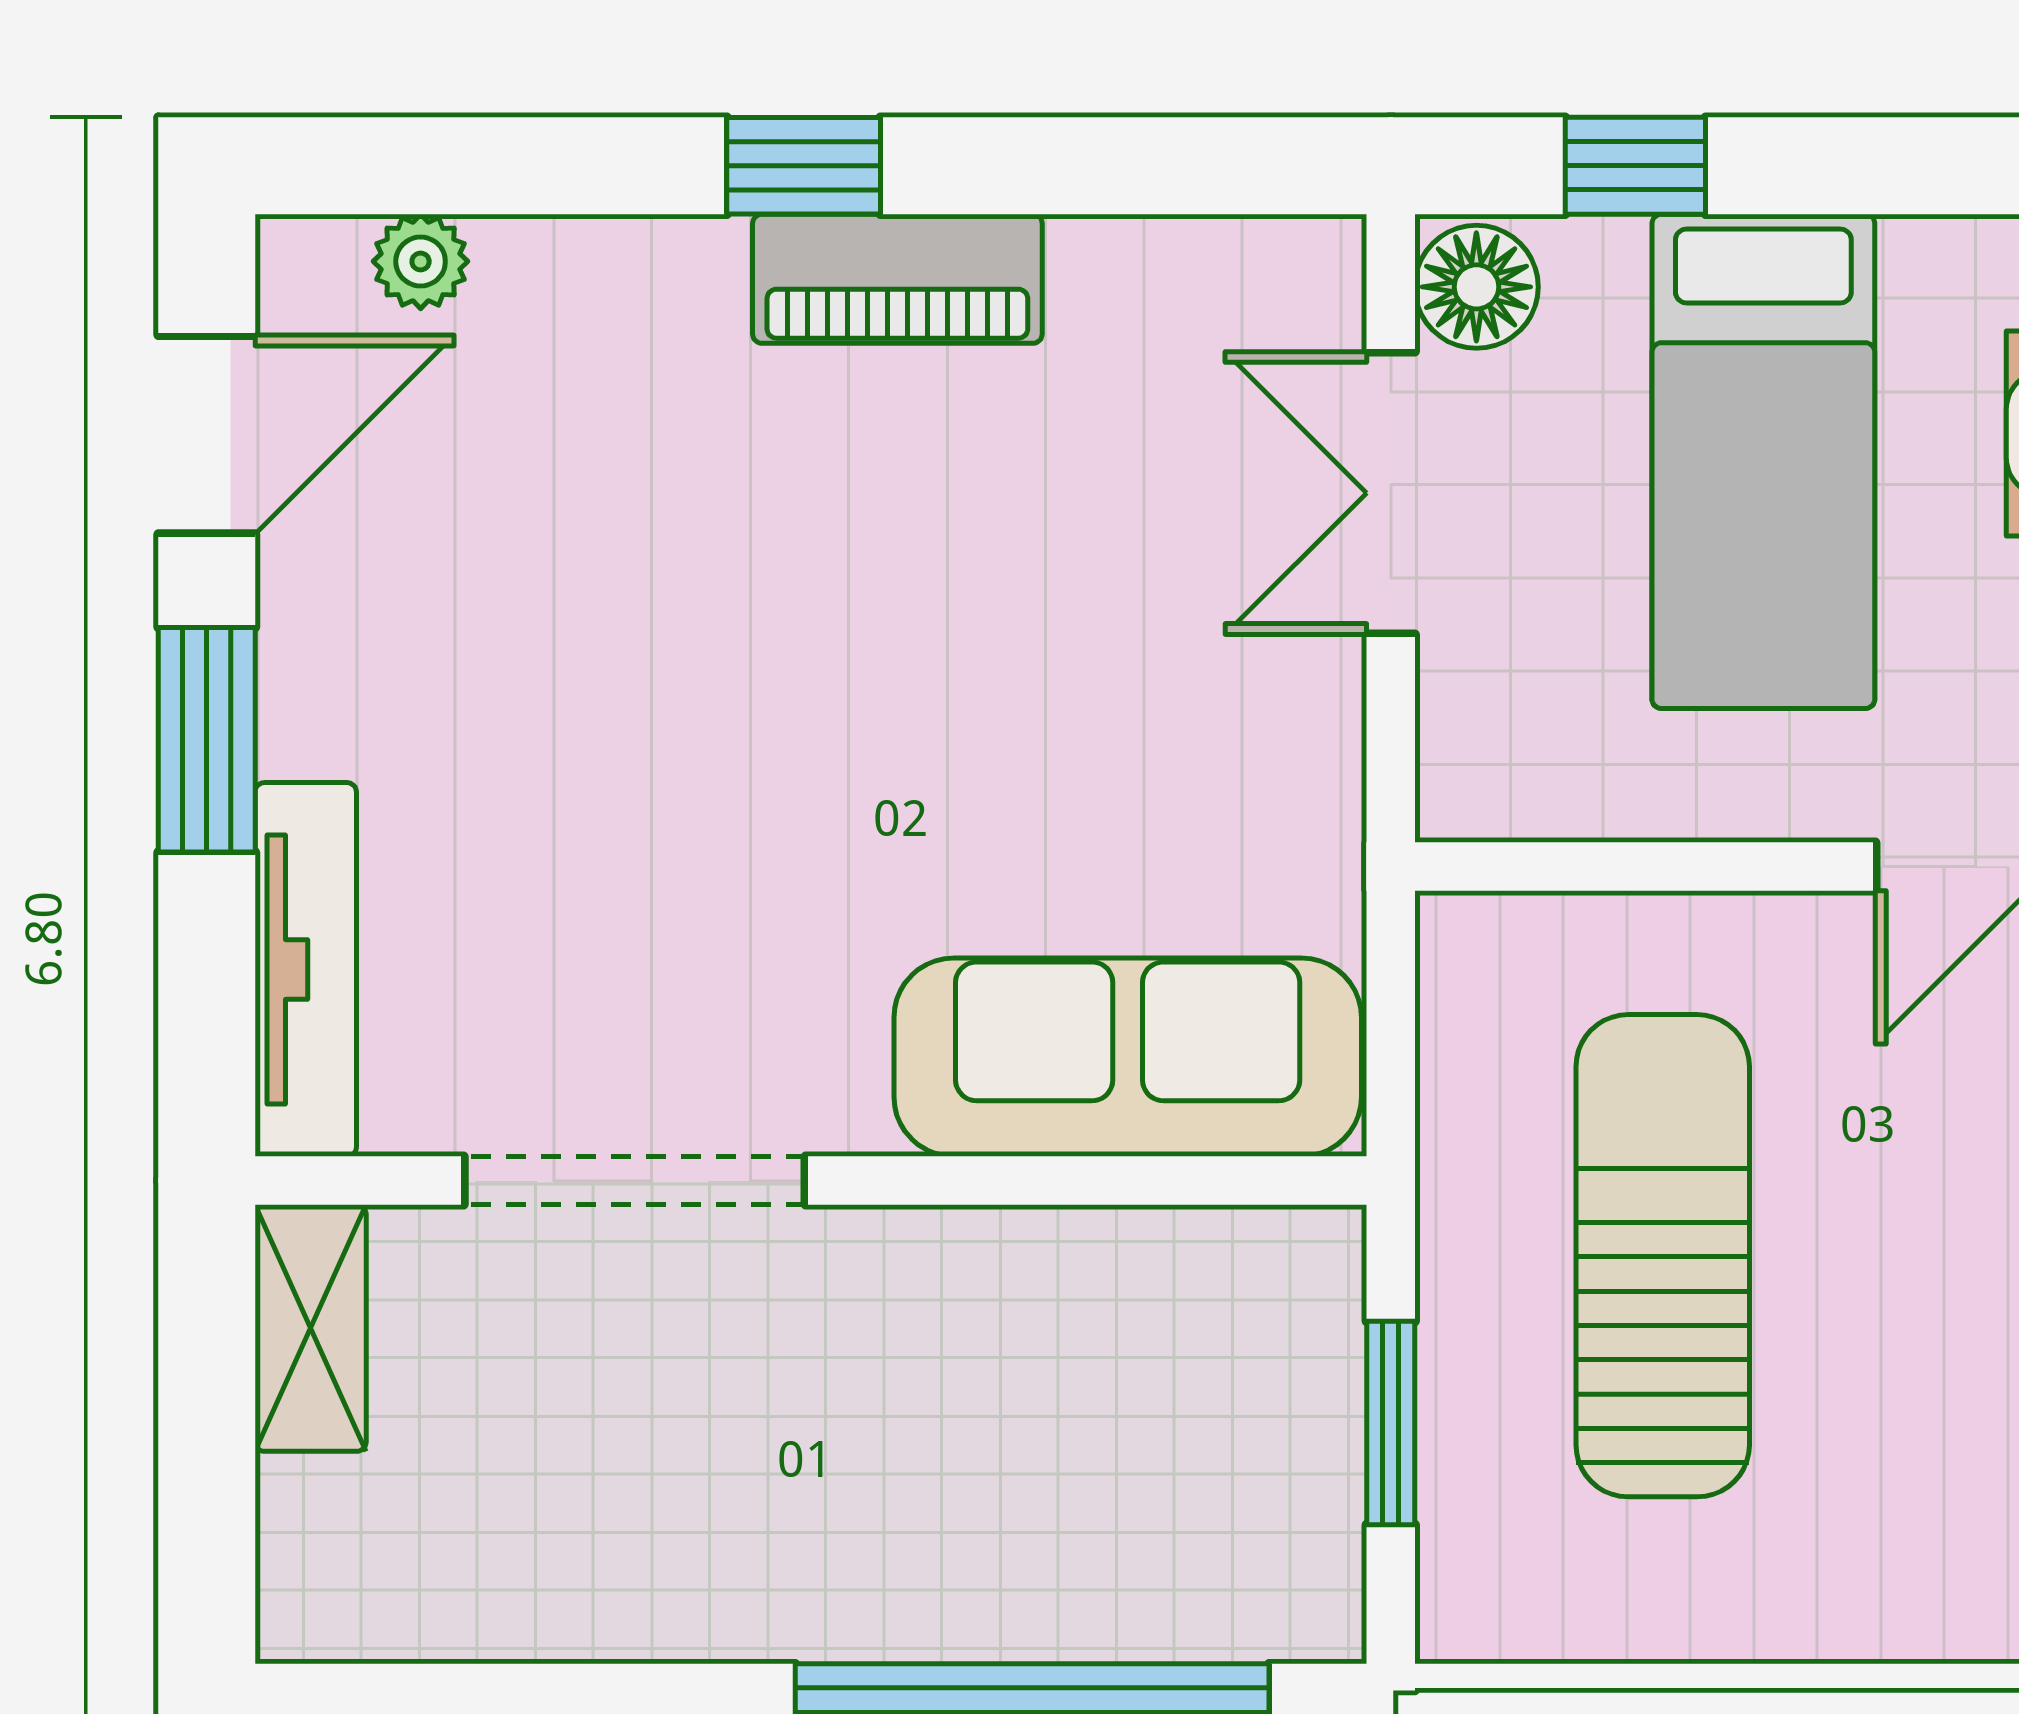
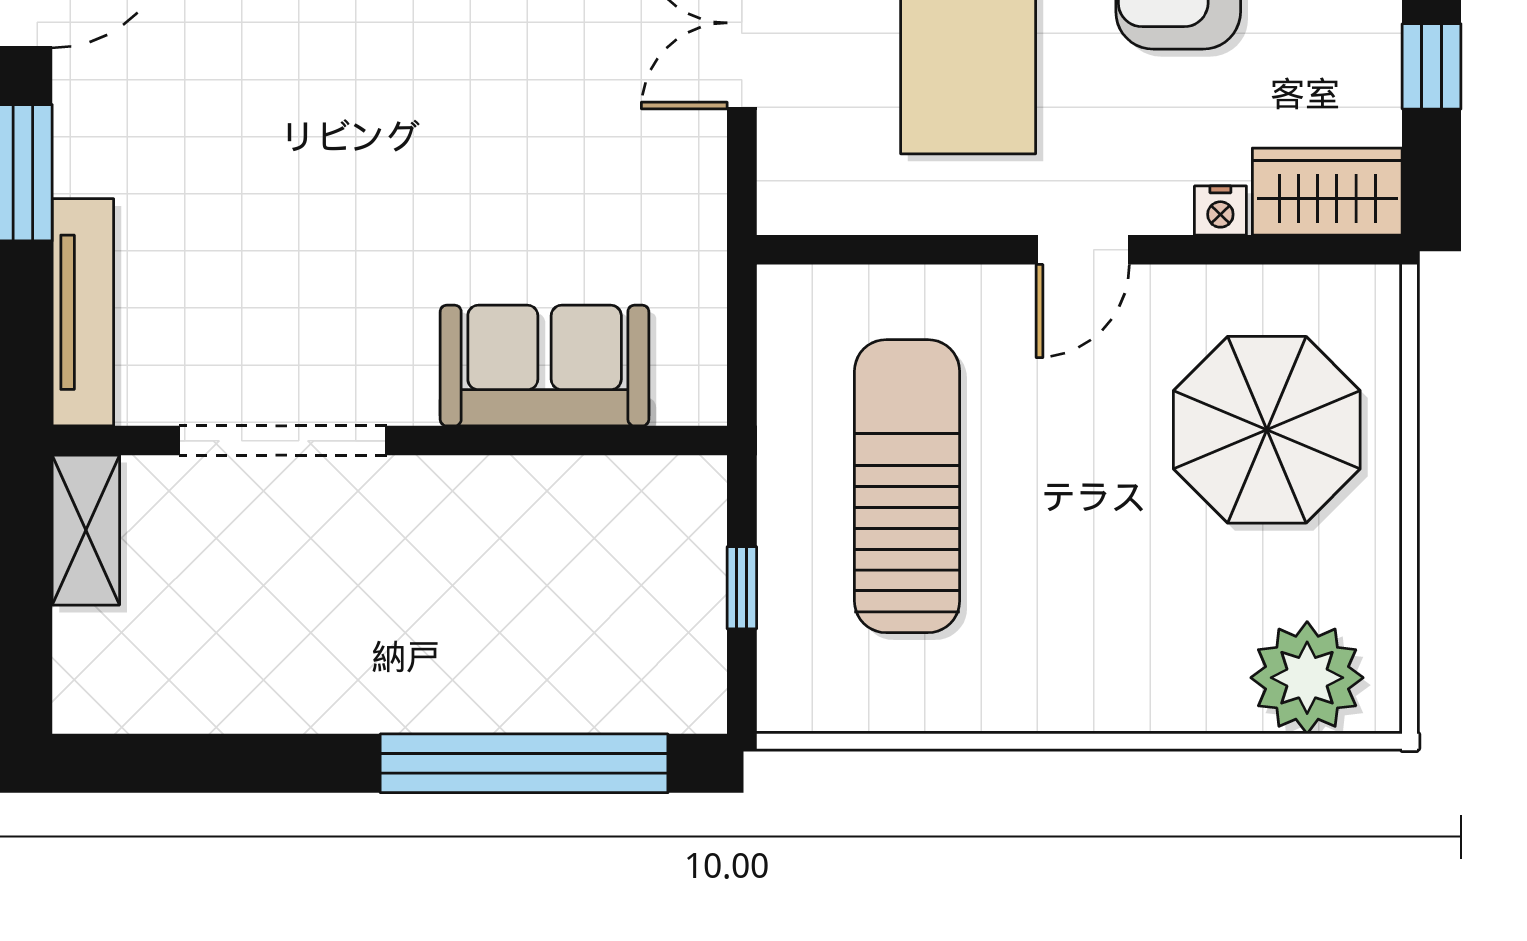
sofa: (1128, 1057) -> (545, 366), width x0.73
window: (1391, 1423) -> (742, 588), width x0.67

